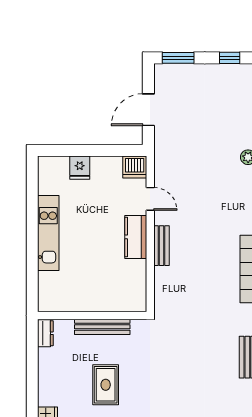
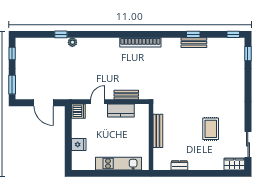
wall: (92, 315) -> (151, 137), moved
bench: (102, 327) -> (158, 131), moved
rug: (106, 385) -> (211, 129), turned 90

